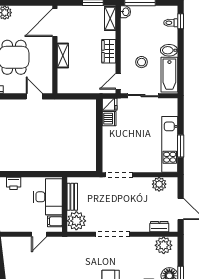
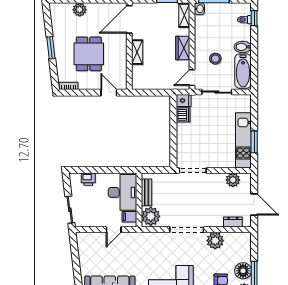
plant: (164, 245) -> (215, 241), moved

